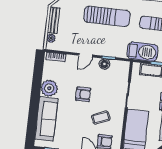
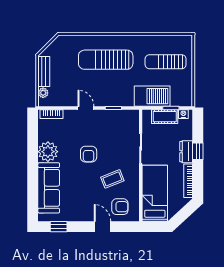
sun lounger: (107, 16) -> (106, 60), turned 180
door: (86, 55) -> (86, 108), swing flipped
floor lamp: (104, 64) -> (109, 116), removed
armchair: (83, 94) -> (89, 154), turned 90

